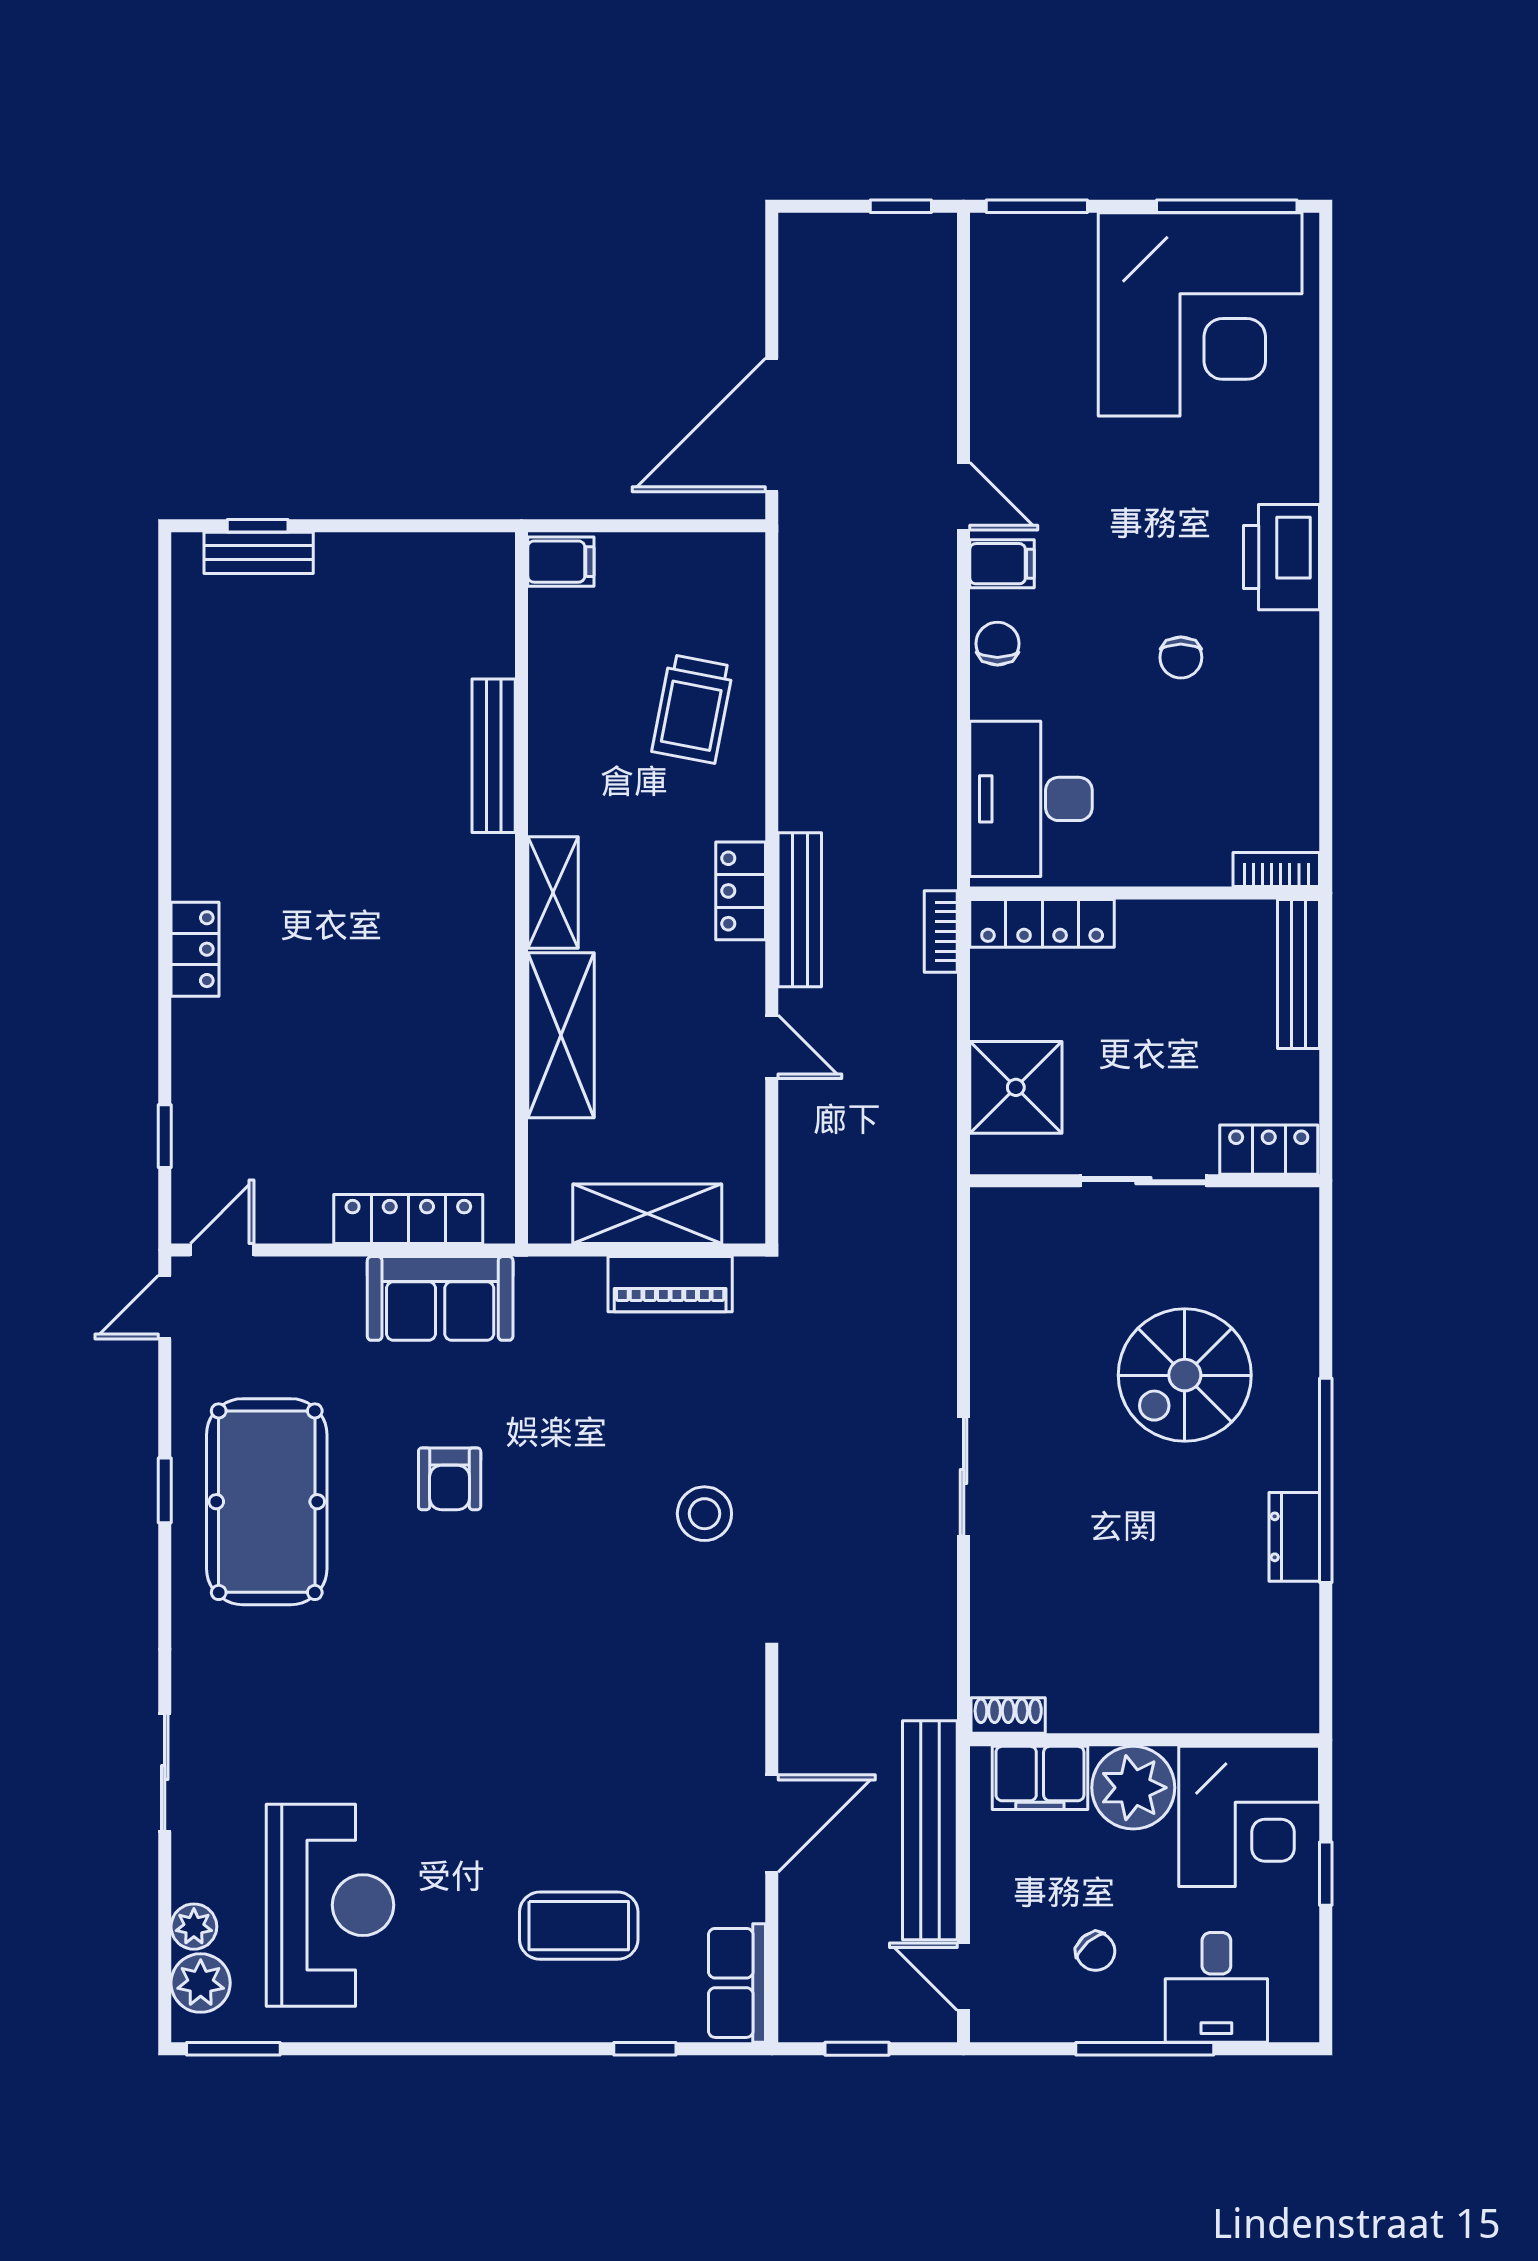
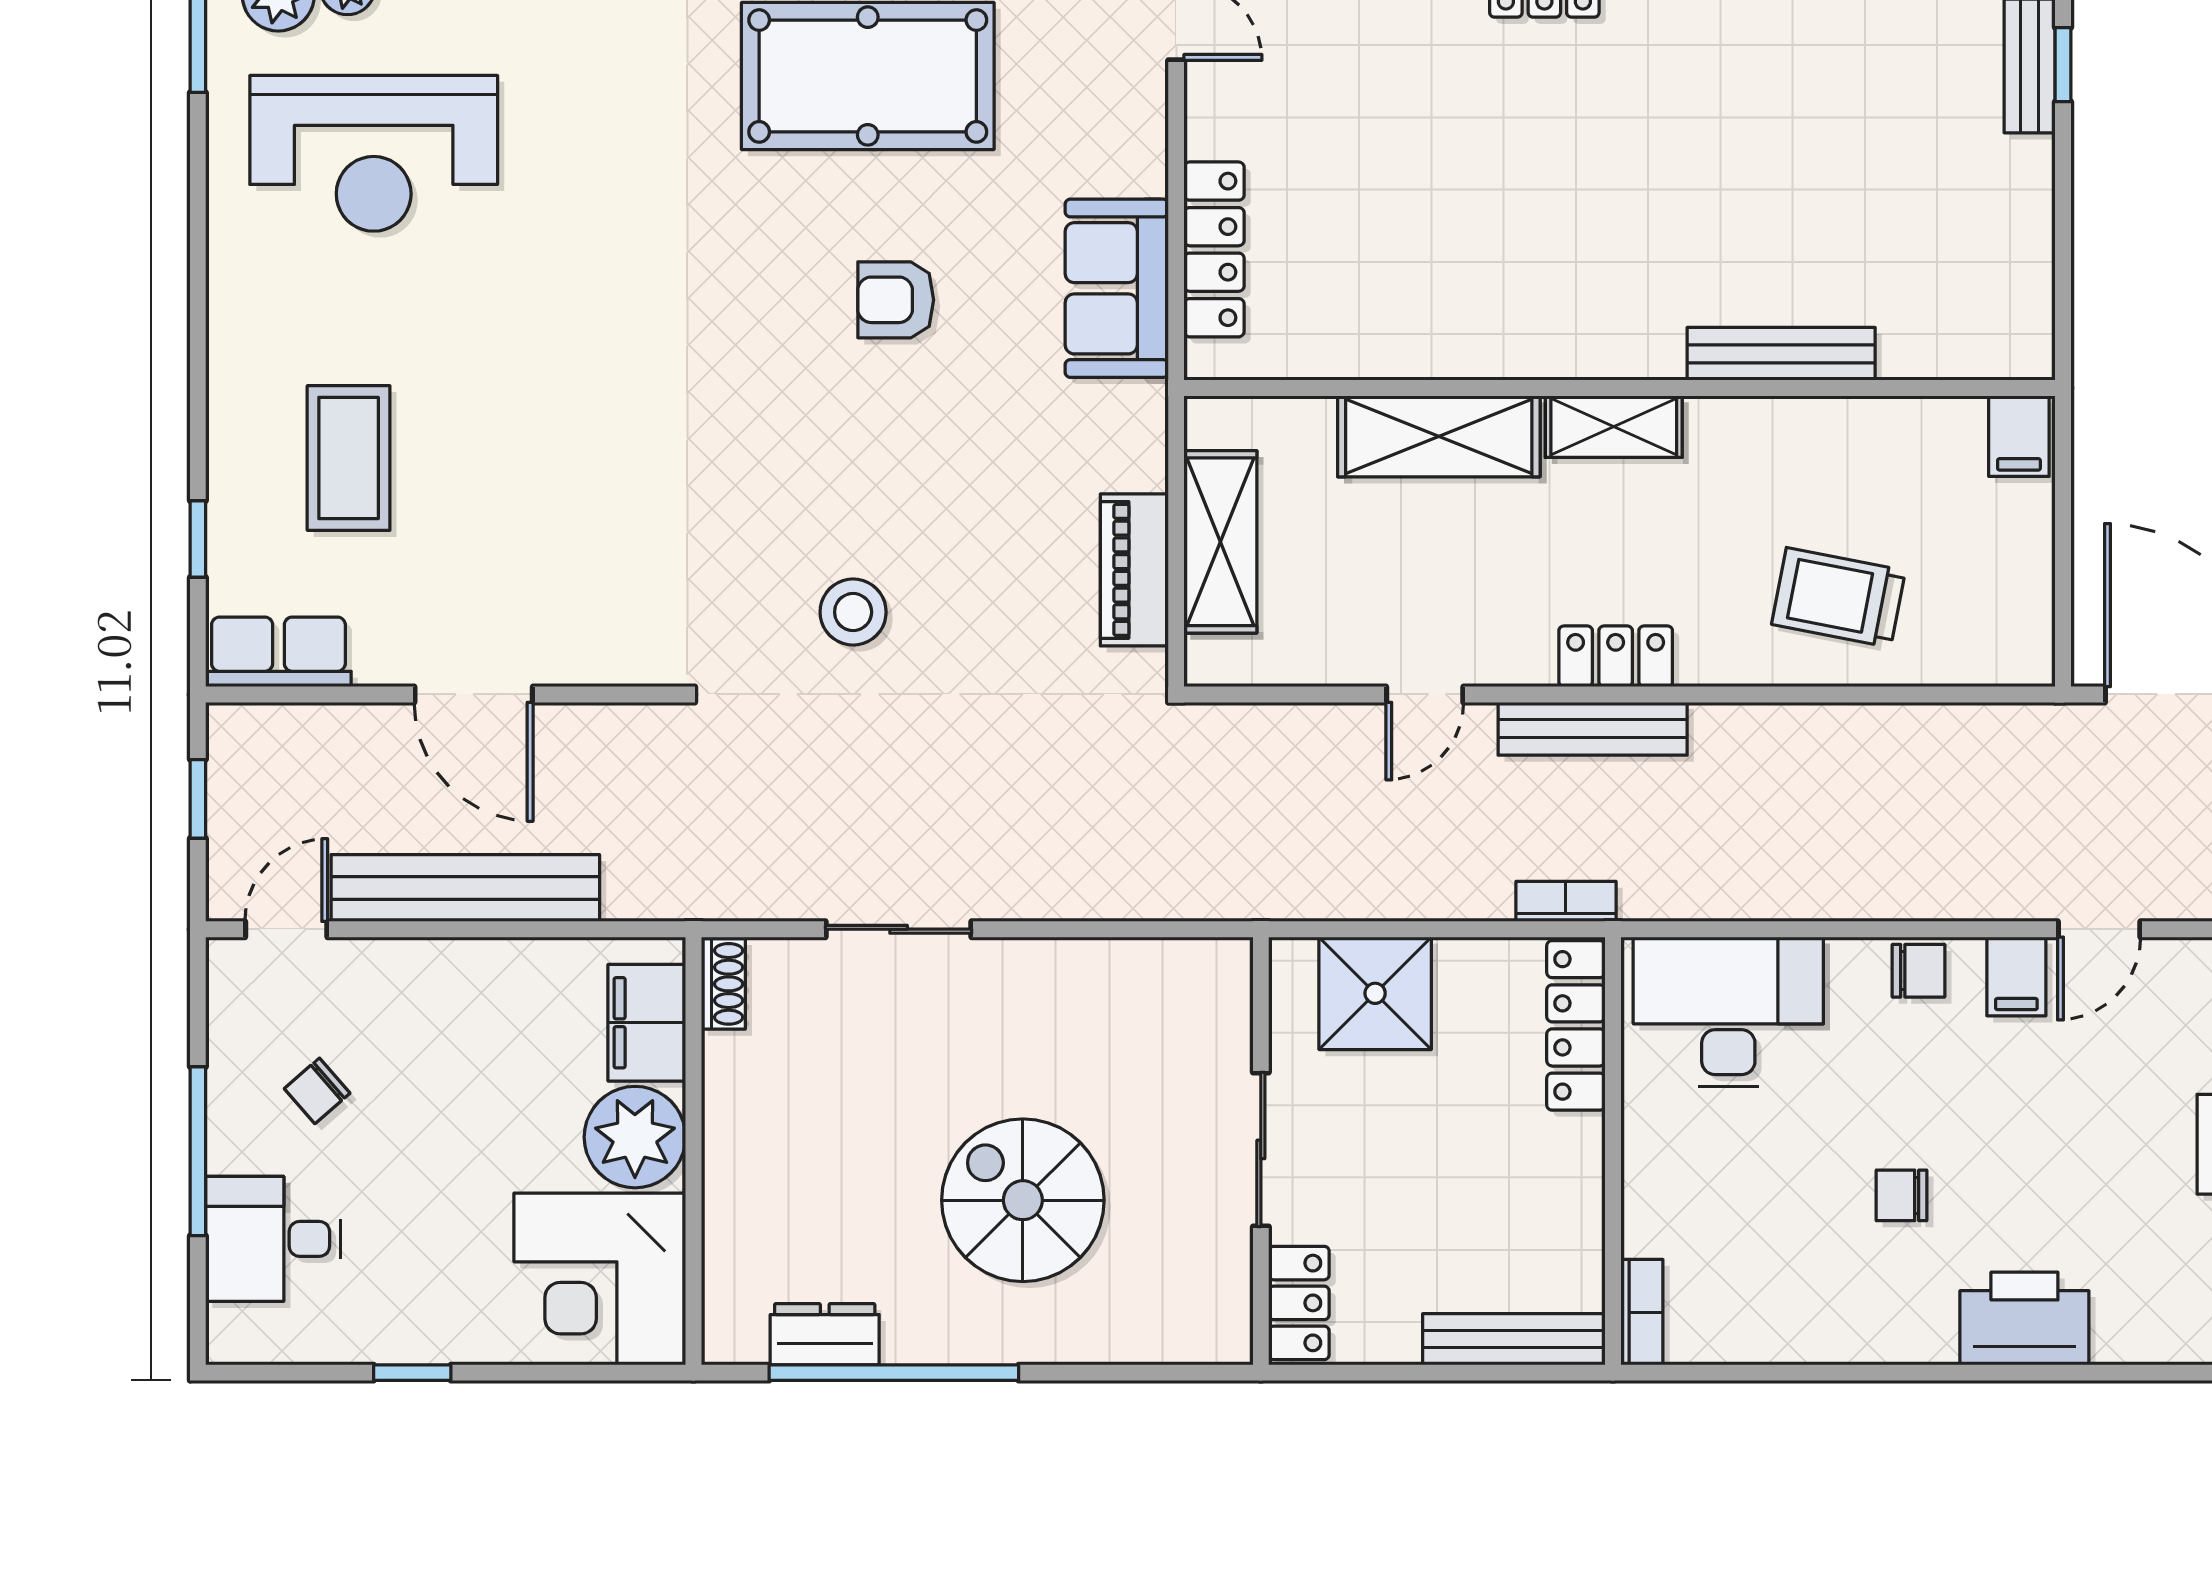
shoe rack: (1008, 1715) -> (723, 984), moved
wall: (1145, 1740) -> (694, 1151), moved
filing cabinet: (1040, 1778) -> (647, 1023), moved
plant: (1133, 1788) -> (635, 1137), moved
corner desk: (1249, 1816) -> (600, 1279), moved

